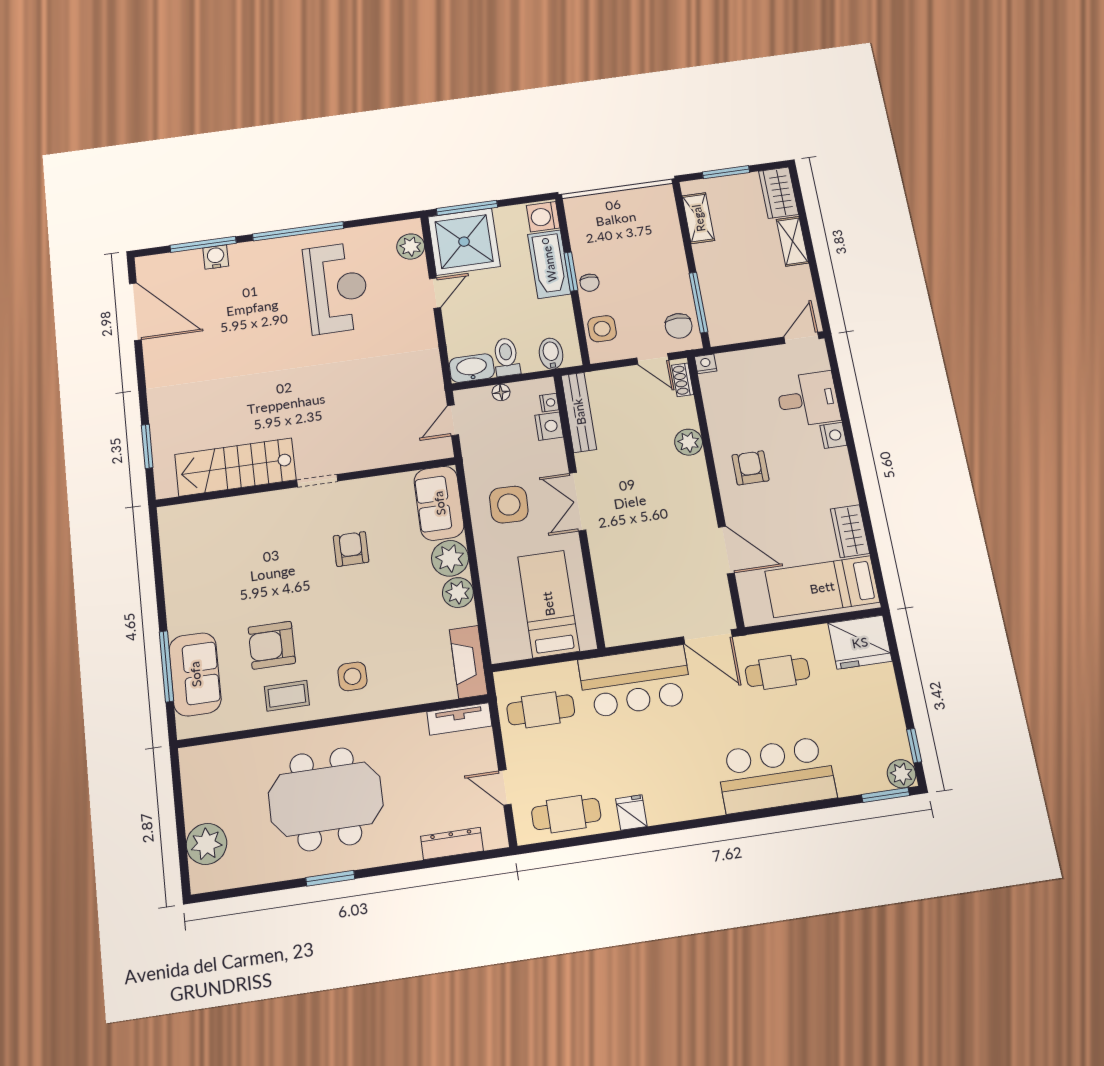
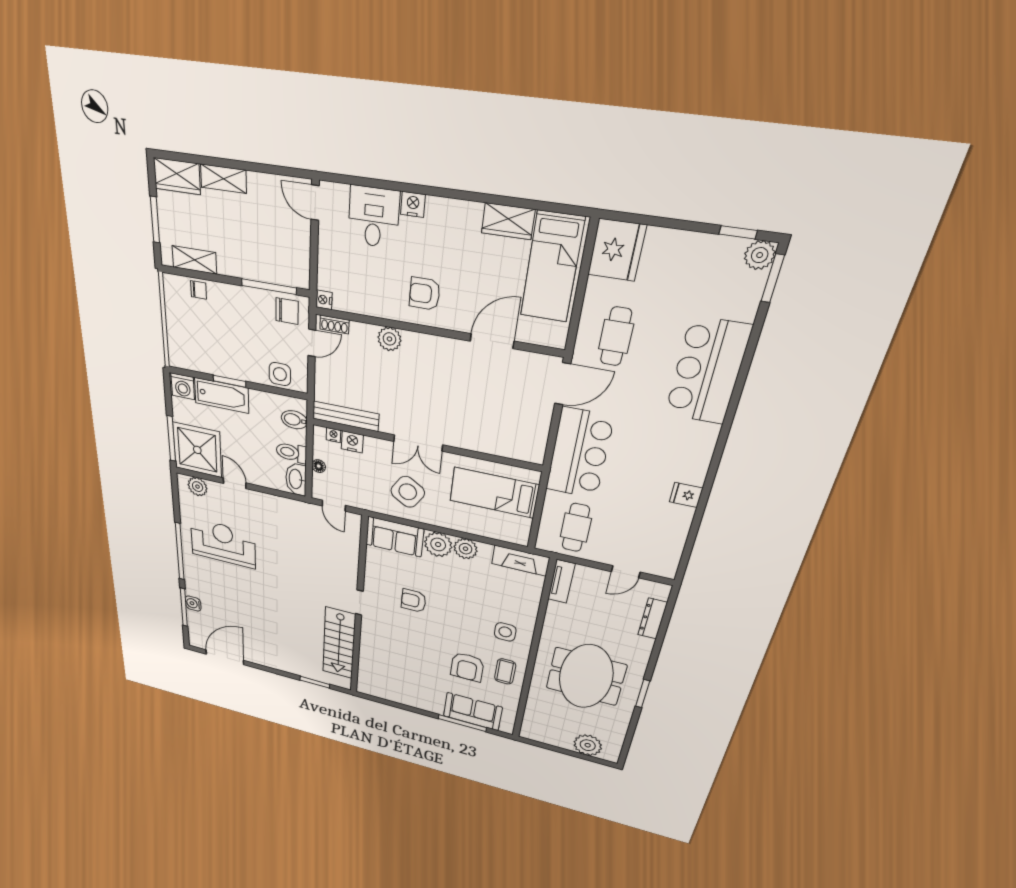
chair: (590, 283) -> (198, 290), moved
side table: (509, 505) -> (408, 492), turned 30
cafe table: (566, 814) -> (665, 540), removed

